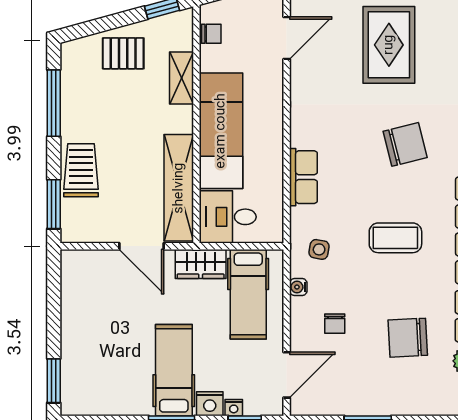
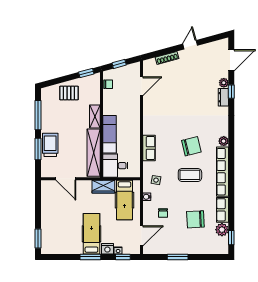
rug: (389, 45) -> (187, 89), removed
shelving: (181, 78) -> (95, 116), moved
exam couch: (221, 131) -> (109, 134), width x0.73, depth x0.69
chair: (405, 144) -> (191, 146), moved
window: (54, 204) -> (38, 149), moved
door: (141, 246) -> (66, 179), moved

